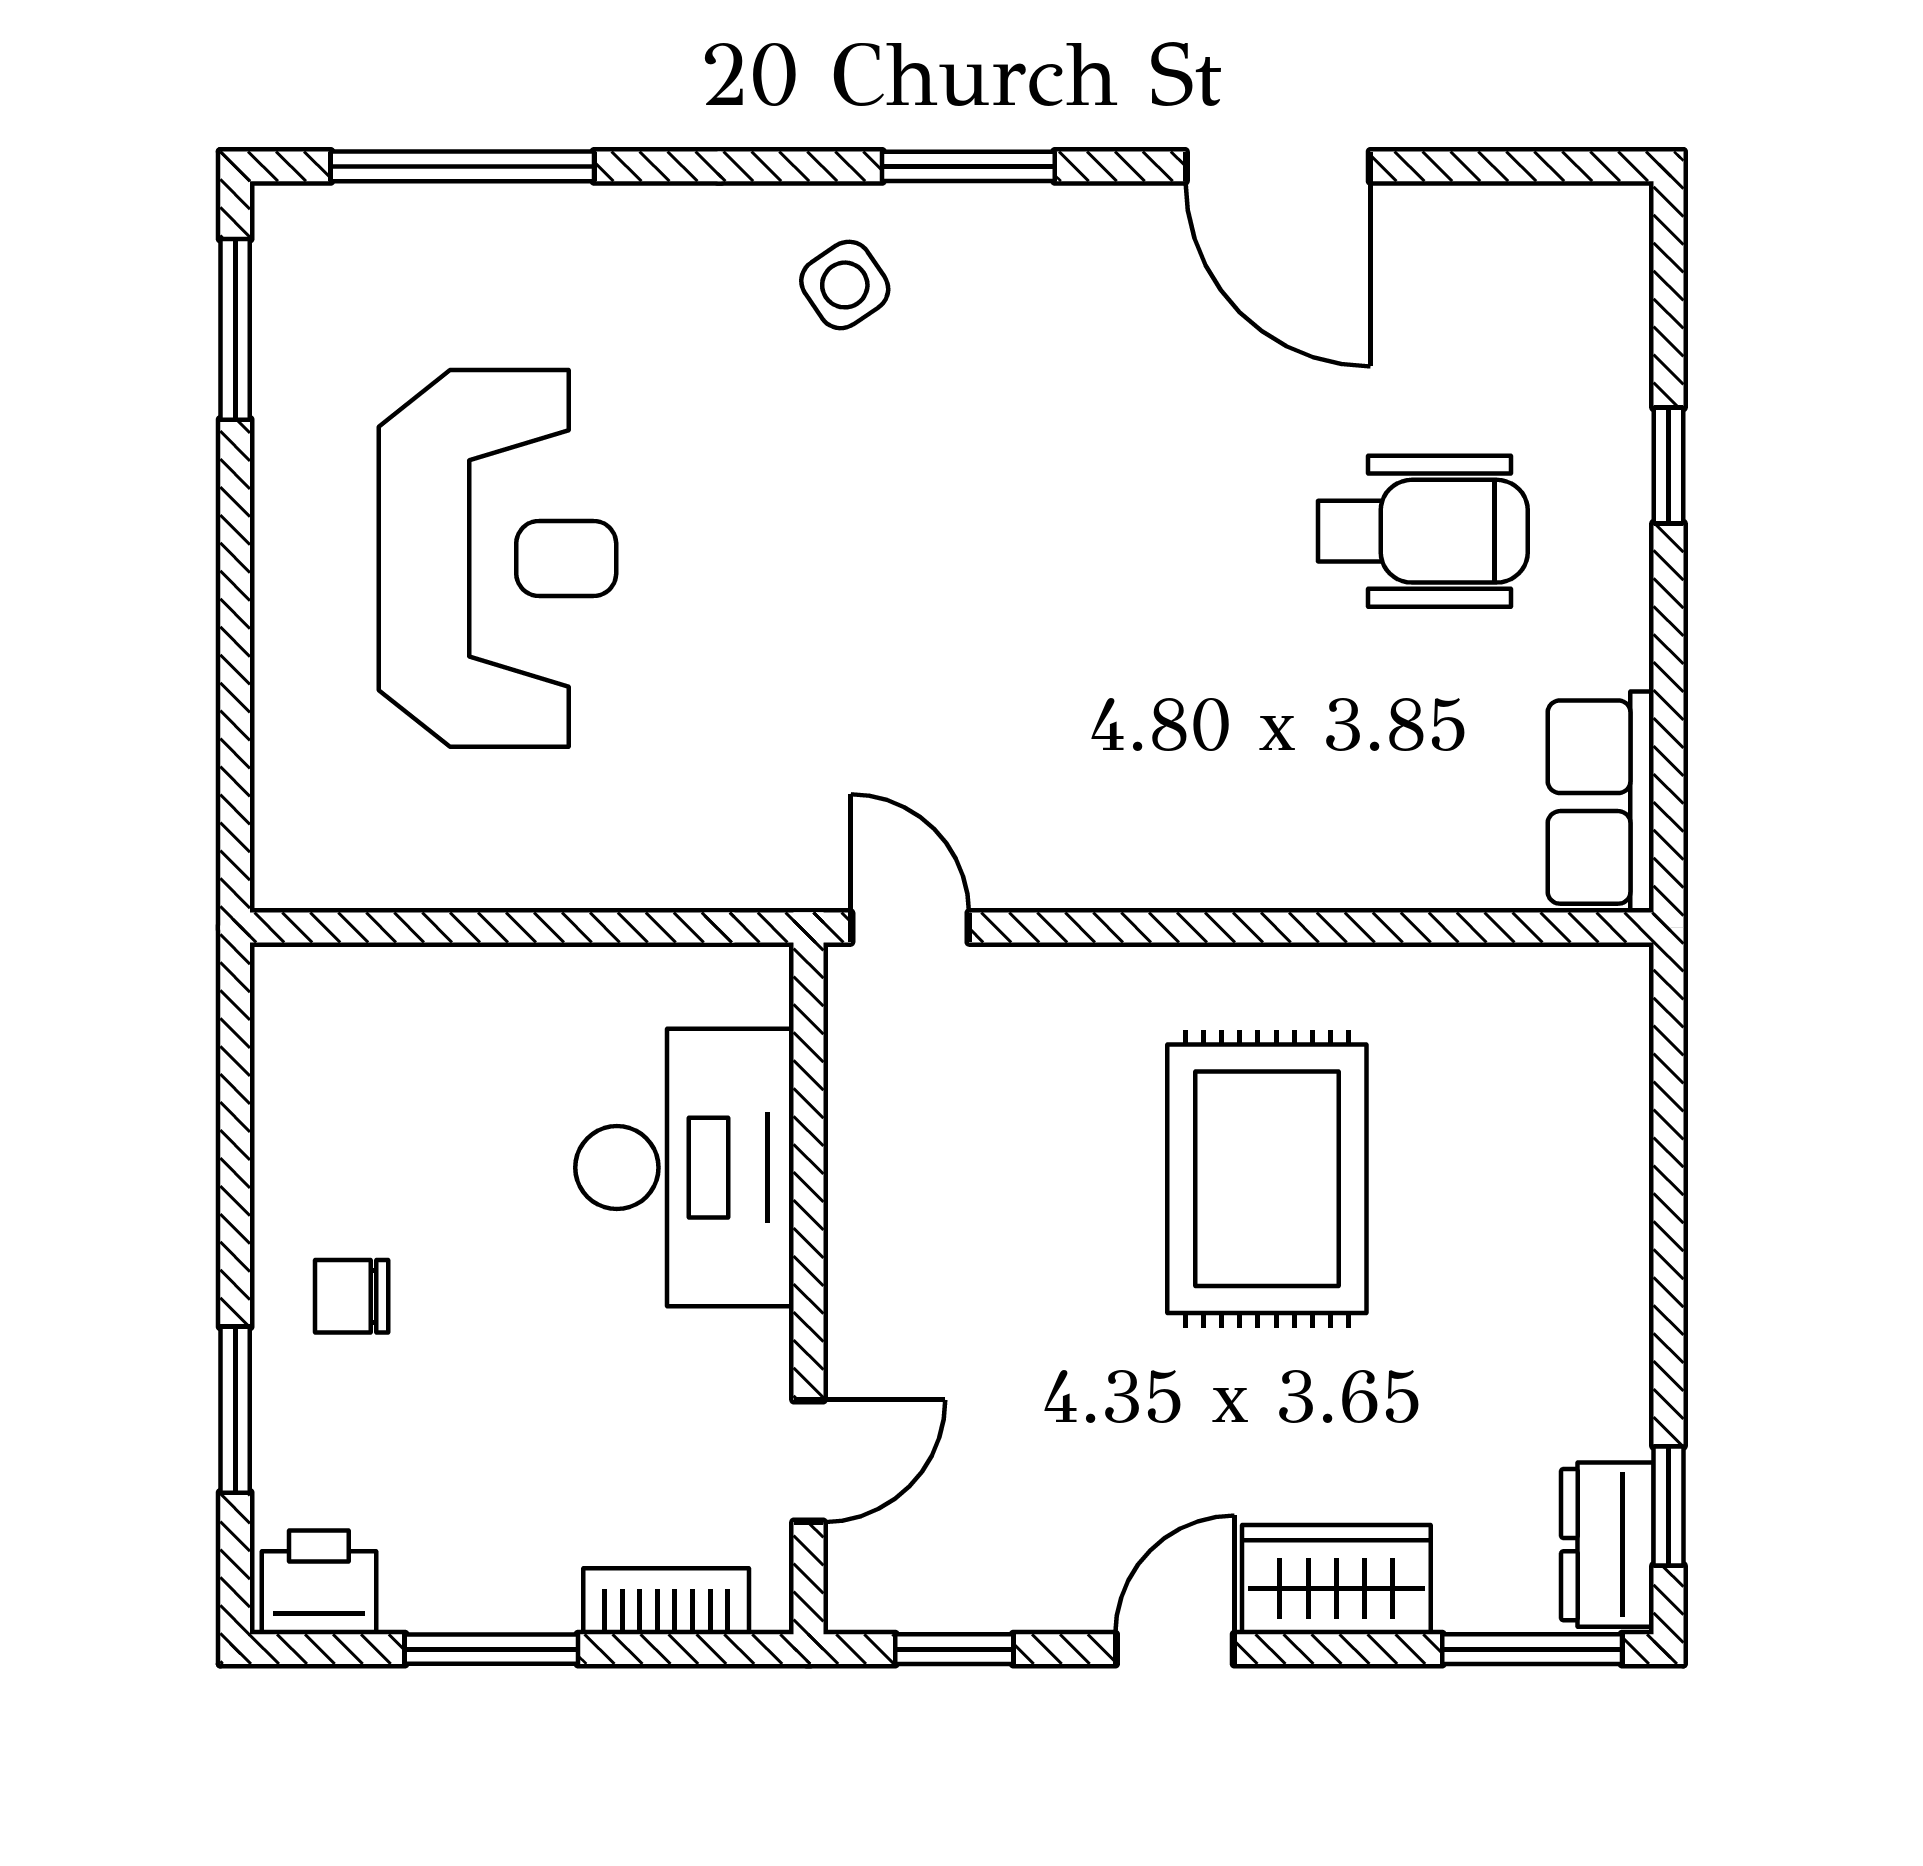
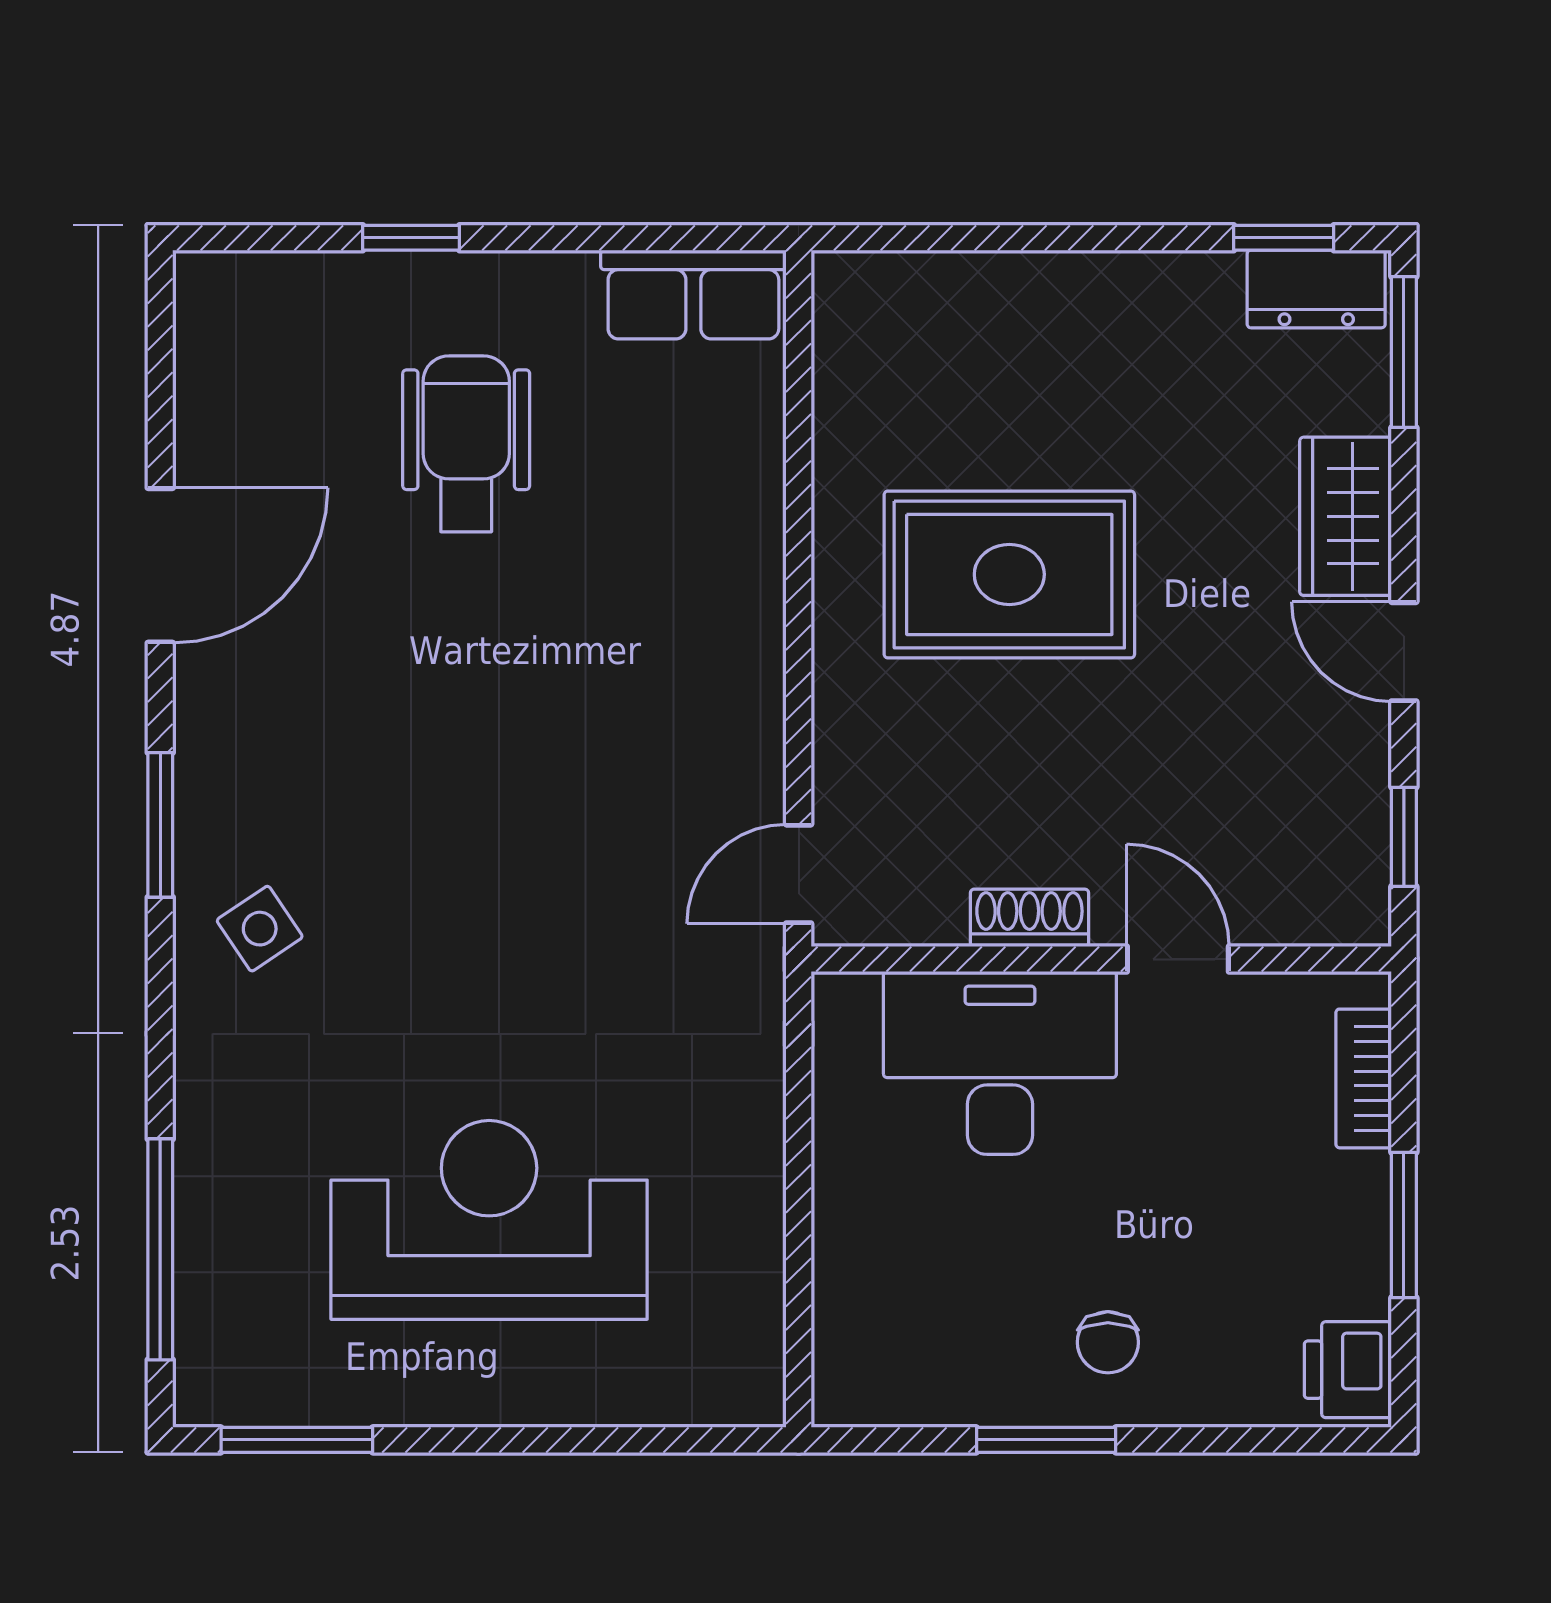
shoe rack: (858, 1203) -> (1029, 918), added
window: (235, 1410) -> (1046, 1440), moved
door: (808, 1461) -> (1178, 959), moved

